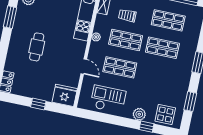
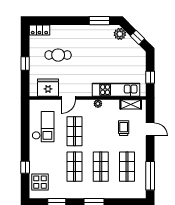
shop shelf: (126, 40) -> (75, 167), moved
cafe table: (37, 47) -> (58, 55), moved
fridge: (65, 95) -> (48, 88), moved, turned -90
plant: (139, 114) -> (35, 158), removed

